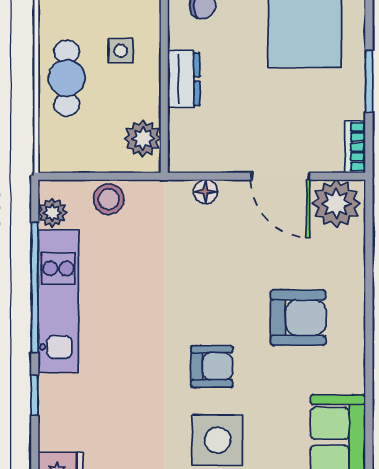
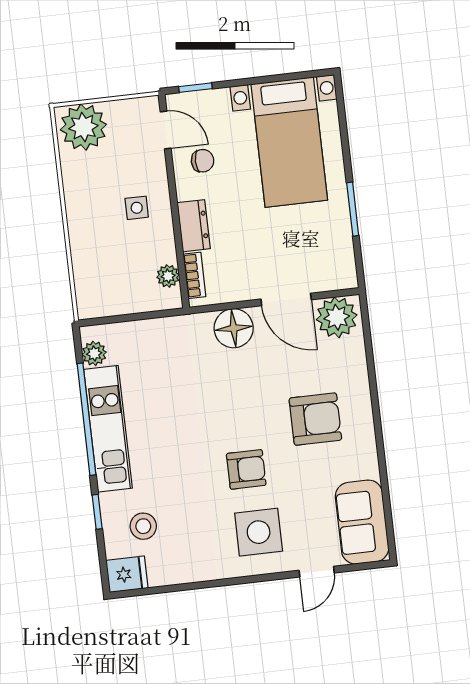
cafe table: (67, 78) -> (93, 236), removed
plant: (143, 139) -> (168, 276), width x0.73, depth x0.73
bookcase: (355, 147) -> (194, 275), moved, turned 180
floor lamp: (205, 192) -> (234, 328), width x1.89, depth x1.89
stool: (109, 199) -> (143, 526), moved

